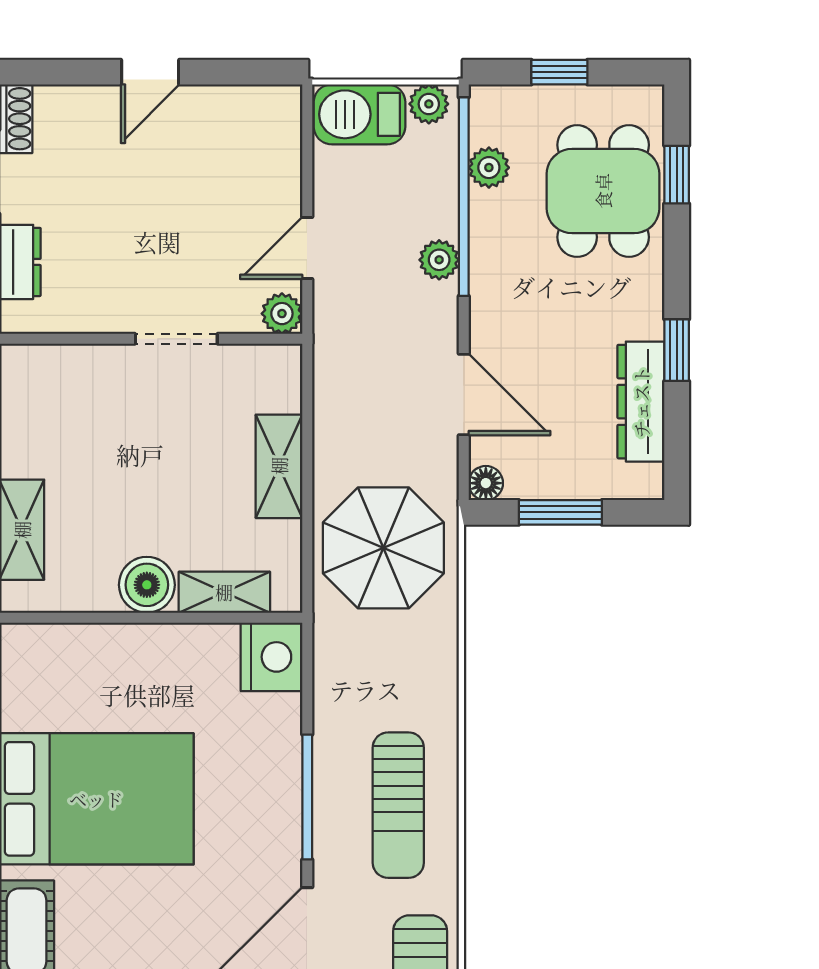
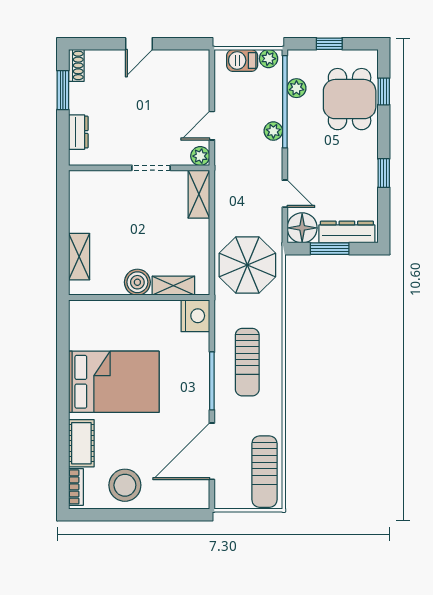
barbecue: (360, 114) -> (242, 60), width x0.73, depth x0.79
door: (464, 394) -> (285, 194), width x0.73
dresser: (641, 402) -> (347, 232), moved, turned 90
shelving: (279, 466) -> (199, 194), moved
floor lamp: (486, 483) -> (302, 228), width x1.89, depth x1.89
sun lounger: (398, 805) -> (247, 362), moved

